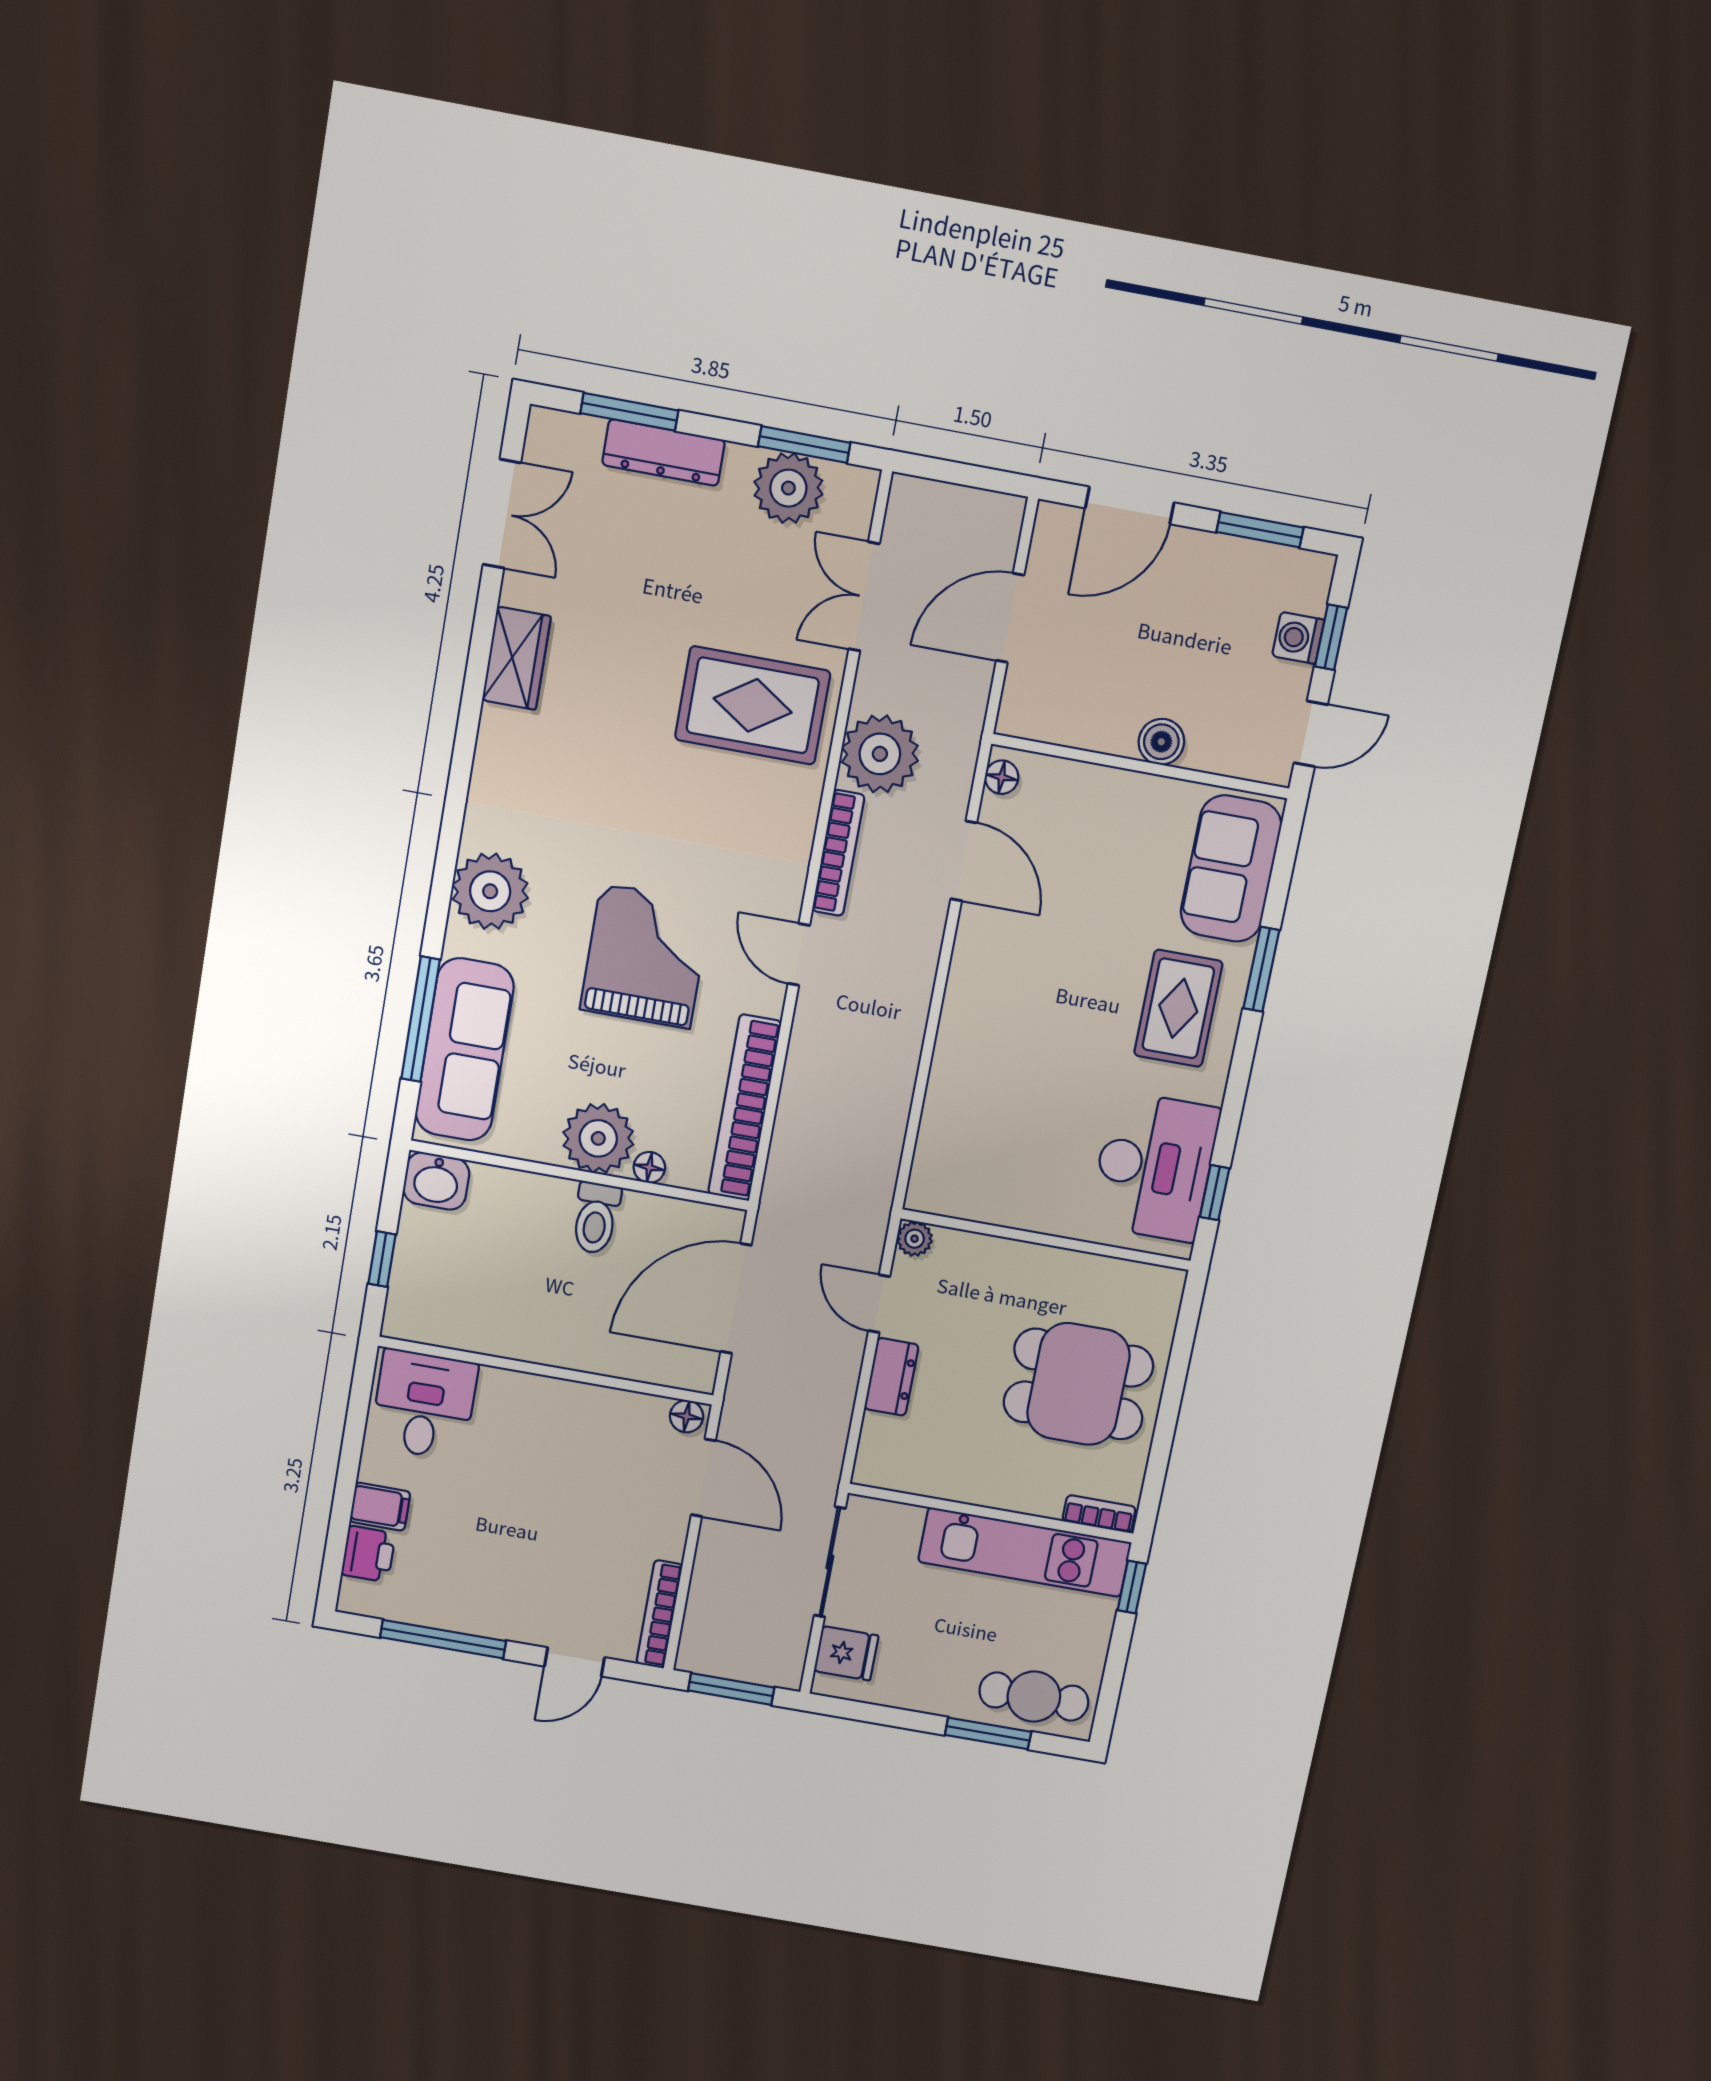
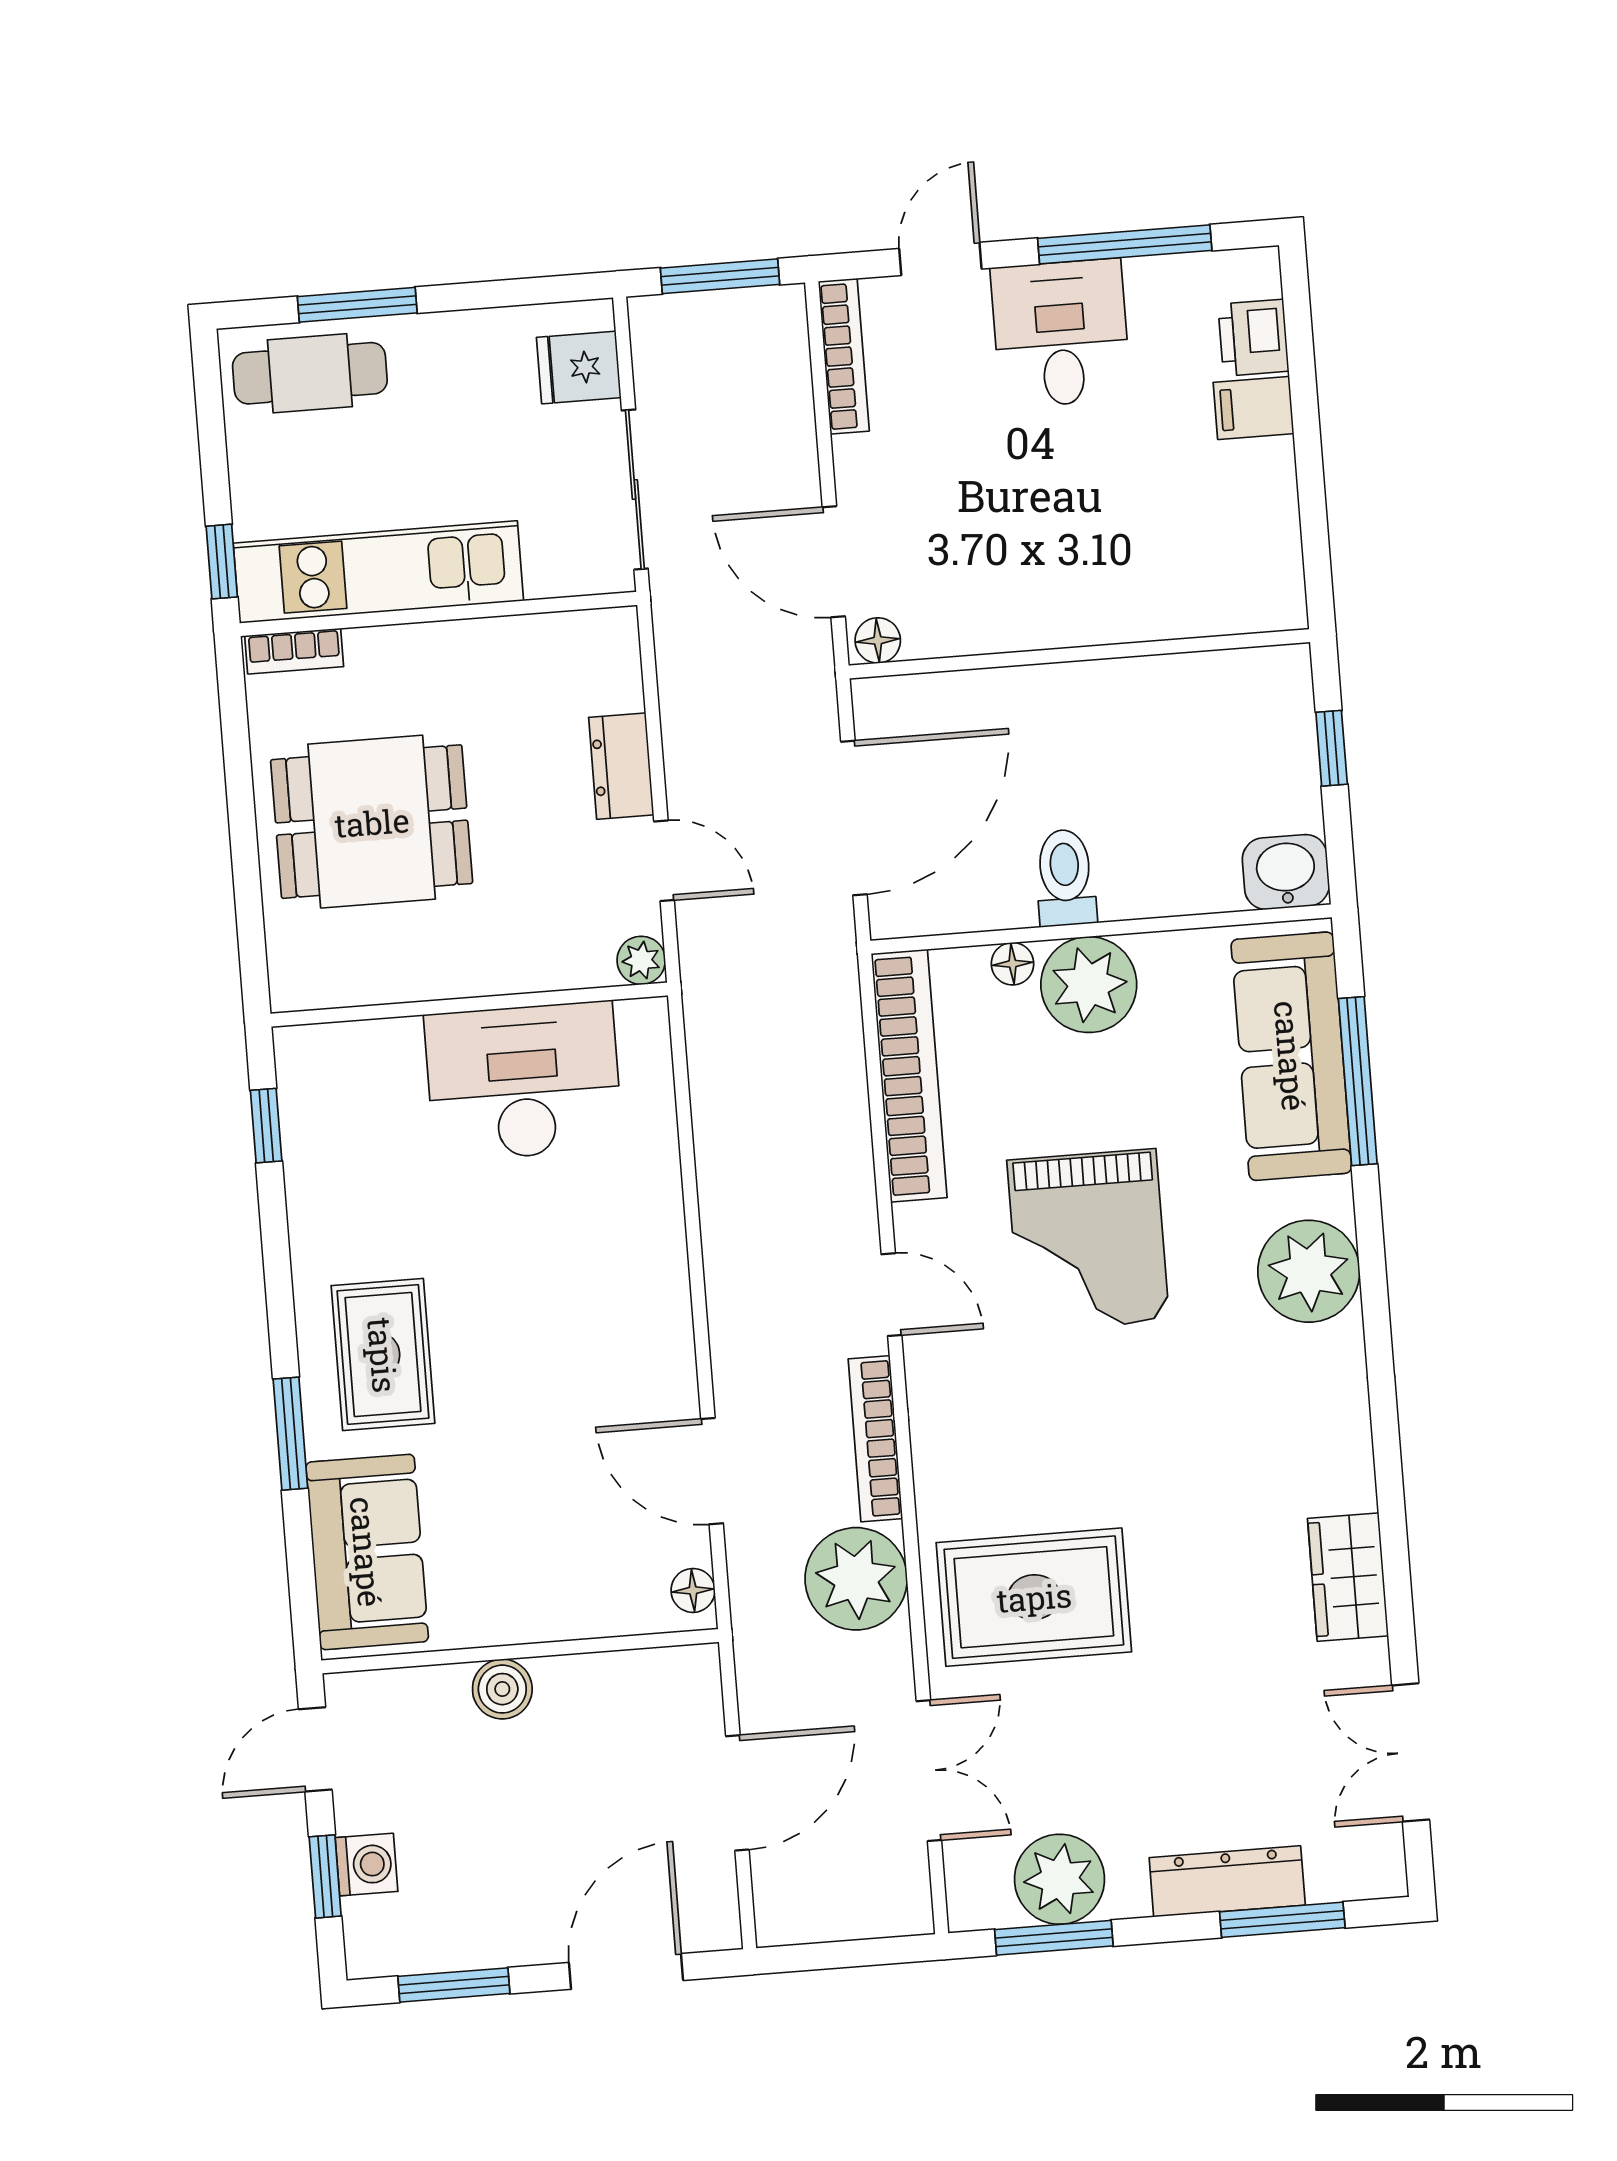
desk: (1154, 1167) -> (523, 1081), moved, turned 90
desk: (424, 1405) -> (1061, 333), moved, turned 180

